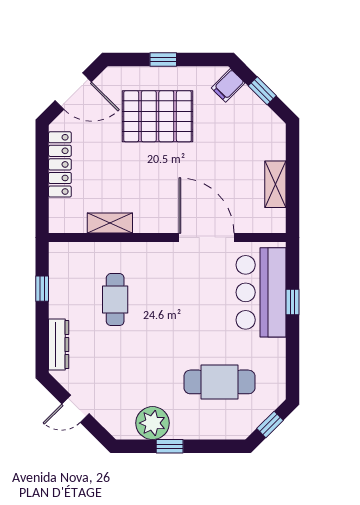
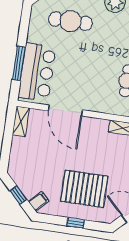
shelving: (275, 184) -> (21, 121), moved
window: (293, 302) -> (19, 63), width x2.17

